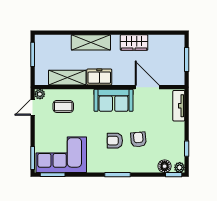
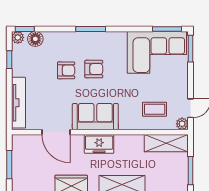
freezer: (99, 77) -> (99, 144), moved
shelving: (67, 78) -> (166, 143), moved
tv unit: (179, 106) -> (19, 103), width x1.41
armchair: (138, 139) -> (66, 70), turned -85

